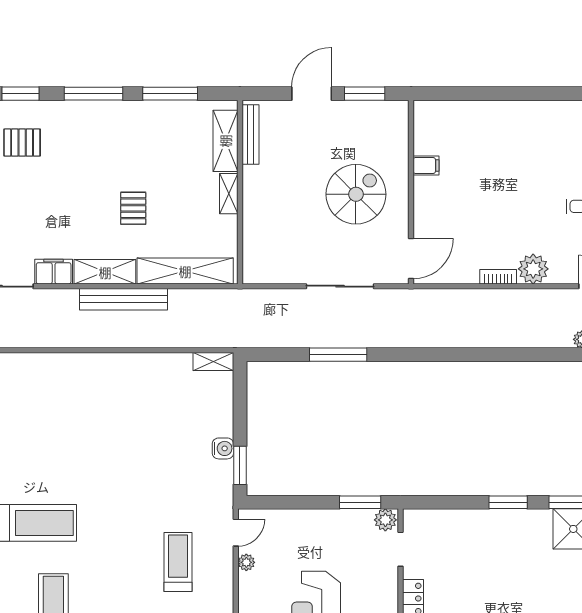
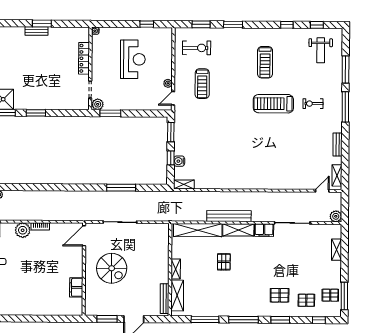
filing cabinet: (426, 166) -> (76, 287), width x2.00
spiral stairs: (356, 194) -> (112, 268), turned -90
window: (240, 414) -> (171, 158), added
water cooler: (223, 448) -> (179, 161), moved

